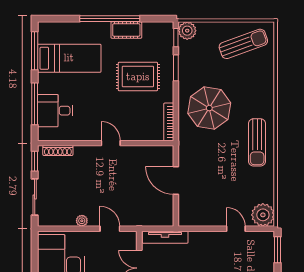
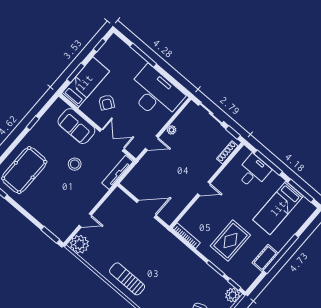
parasol: (209, 108) -> (173, 268), removed

